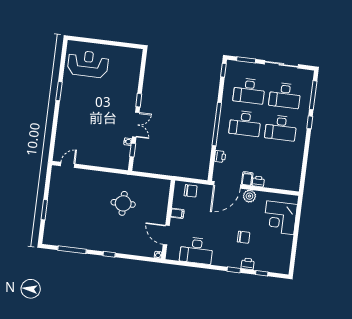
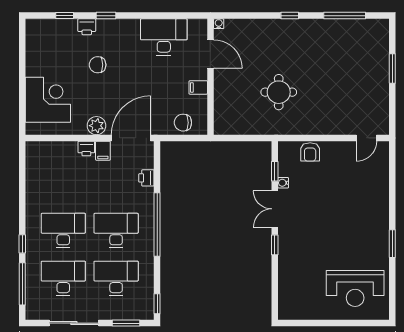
armchair: (107, 160) -> (310, 152), added

